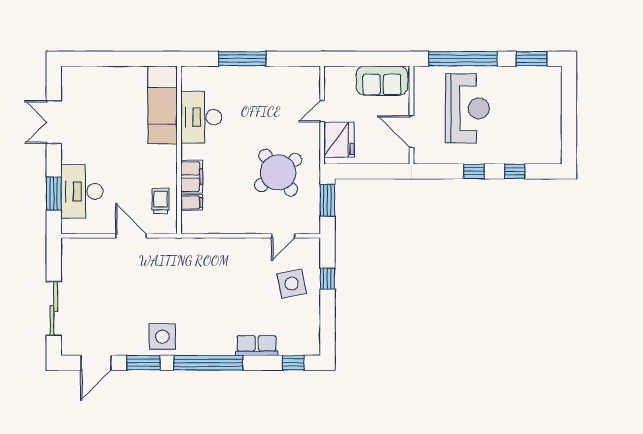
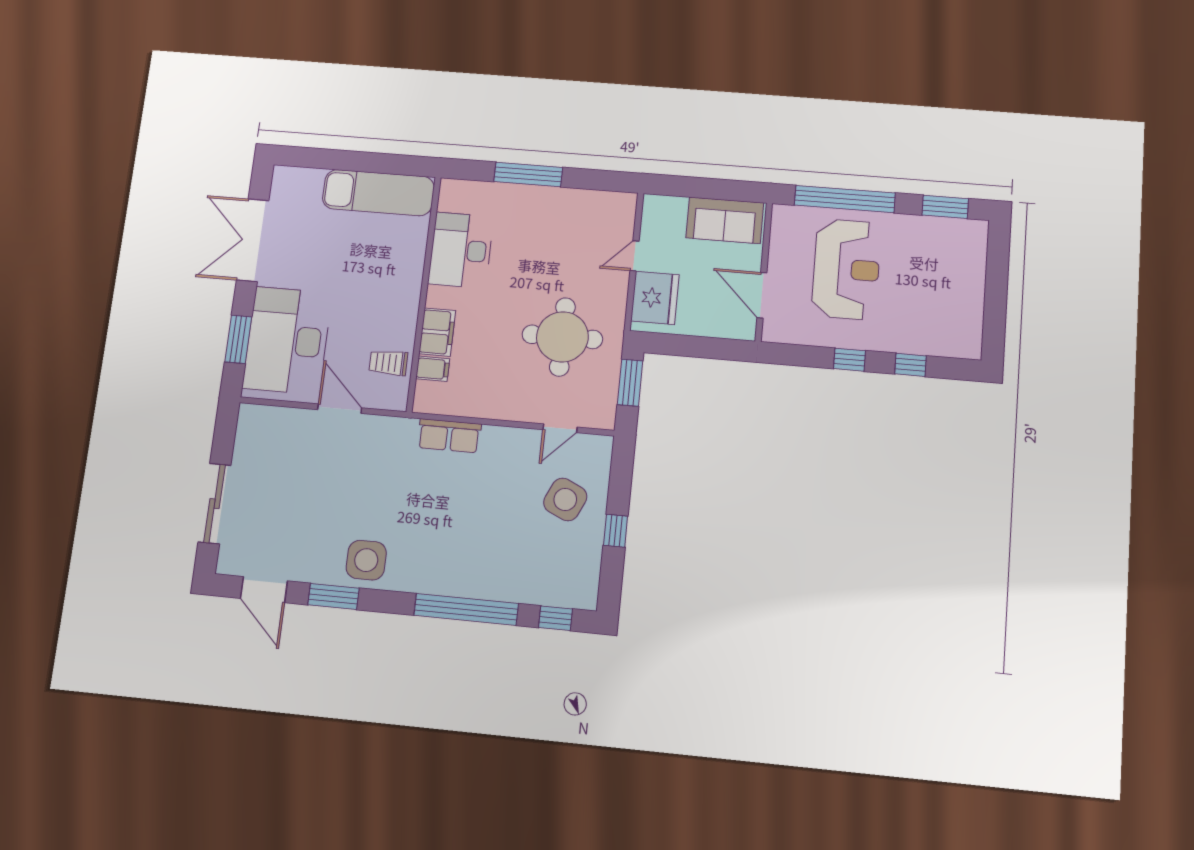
exam couch: (163, 105) -> (378, 193), moved, turned -90
double door: (54, 122) -> (253, 240), width x1.37
round table: (278, 172) -> (562, 337), turned 37
desk: (82, 191) -> (287, 340), width x1.36, depth x1.30
trolley: (161, 201) -> (388, 363), turned -90
window: (327, 279) -> (616, 531), moved
side table: (292, 284) -> (565, 499), turned 37
row of seats: (257, 346) -> (449, 436), moved, turned 180
door: (96, 363) -> (264, 590), hinge flipped
window: (208, 363) -> (466, 609), moved

